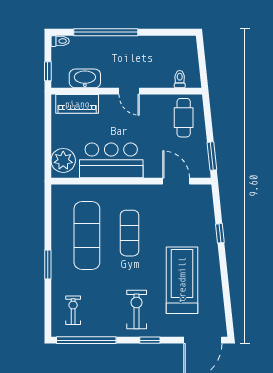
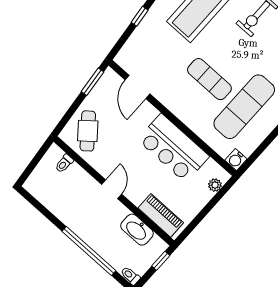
cafe table: (184, 118) -> (88, 131), turned -39
plant: (63, 160) -> (215, 185), width x0.53, depth x0.53
water cooler: (59, 192) -> (236, 160), added
exercise mat: (130, 233) -> (209, 79), turned 90

